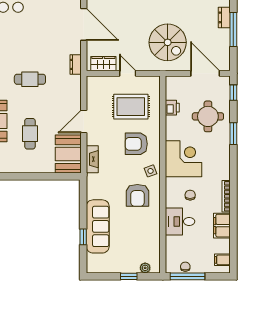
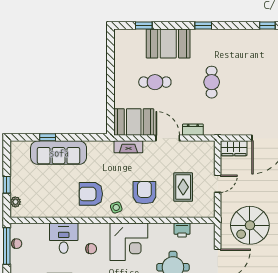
dresser: (76, 64) -> (193, 130), moved
wardrobe: (103, 64) -> (234, 148), moved, turned 90
rug: (131, 107) -> (183, 187), width x0.73, depth x0.70

